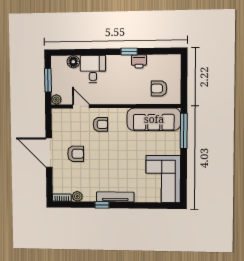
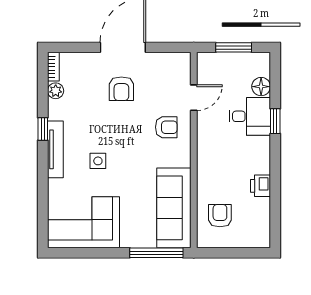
window: (129, 52) -> (275, 121), moved
plant: (56, 99) -> (204, 60), removed
armchair: (100, 124) -> (166, 127), turned -90
side table: (123, 169) -> (98, 161), added

